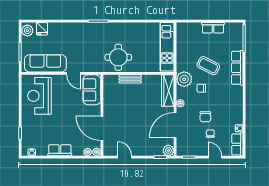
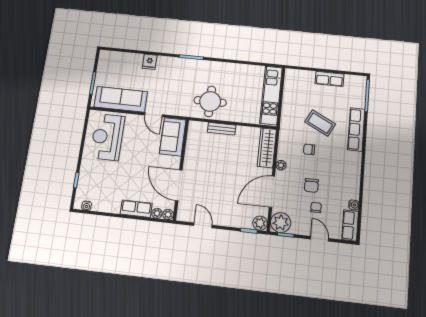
fridge: (42, 29) -> (150, 62), moved
plant: (27, 31) -> (105, 59), removed
plant: (184, 79) -> (281, 223), moved
row of seats: (60, 150) -> (136, 209), moved

